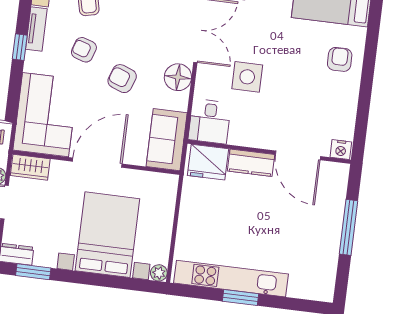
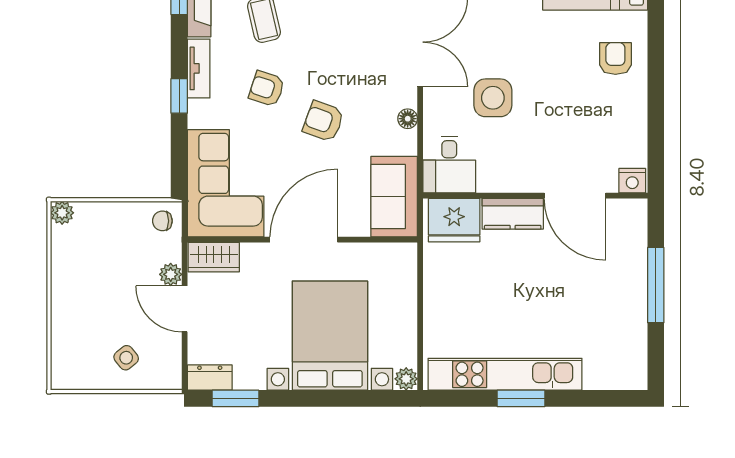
floor lamp: (178, 77) -> (408, 119), width x0.53, depth x0.53

